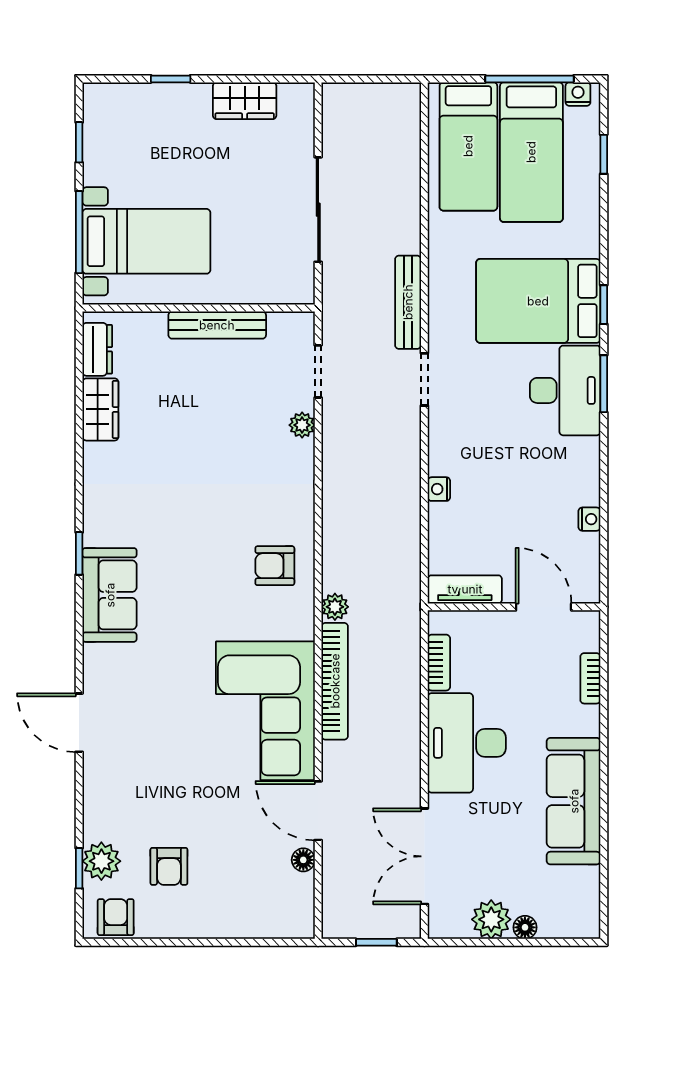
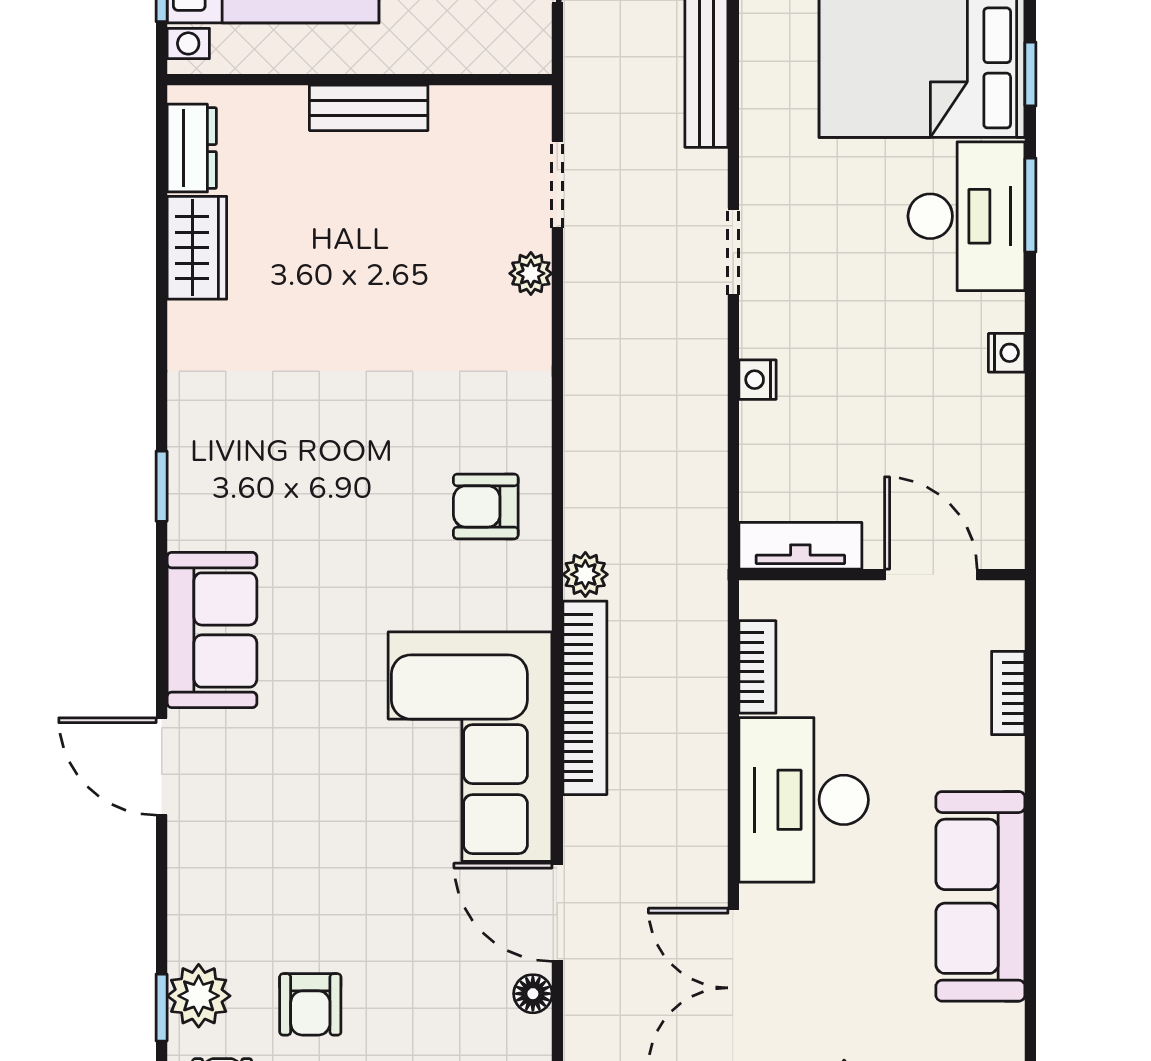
bench: (217, 325) -> (369, 108), width x0.73
doorway: (424, 379) -> (733, 252), moved
nightstand: (589, 519) -> (1007, 353), moved
sofa: (110, 595) -> (212, 630), moved

